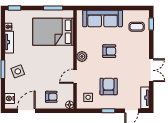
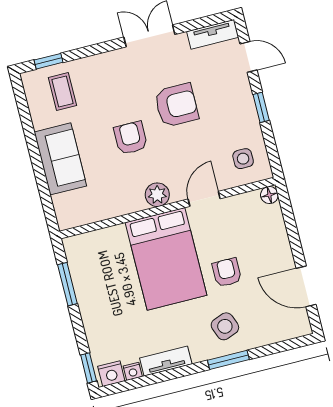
sofa: (103, 19) -> (60, 159), width x0.73
bed: (53, 32) -> (166, 259), moved
door: (75, 76) -> (204, 199), swing flipped
armchair: (109, 86) -> (176, 105), moved, turned 180
armchair: (51, 97) -> (227, 272), moved
nightstand: (10, 98) -> (111, 374), moved

